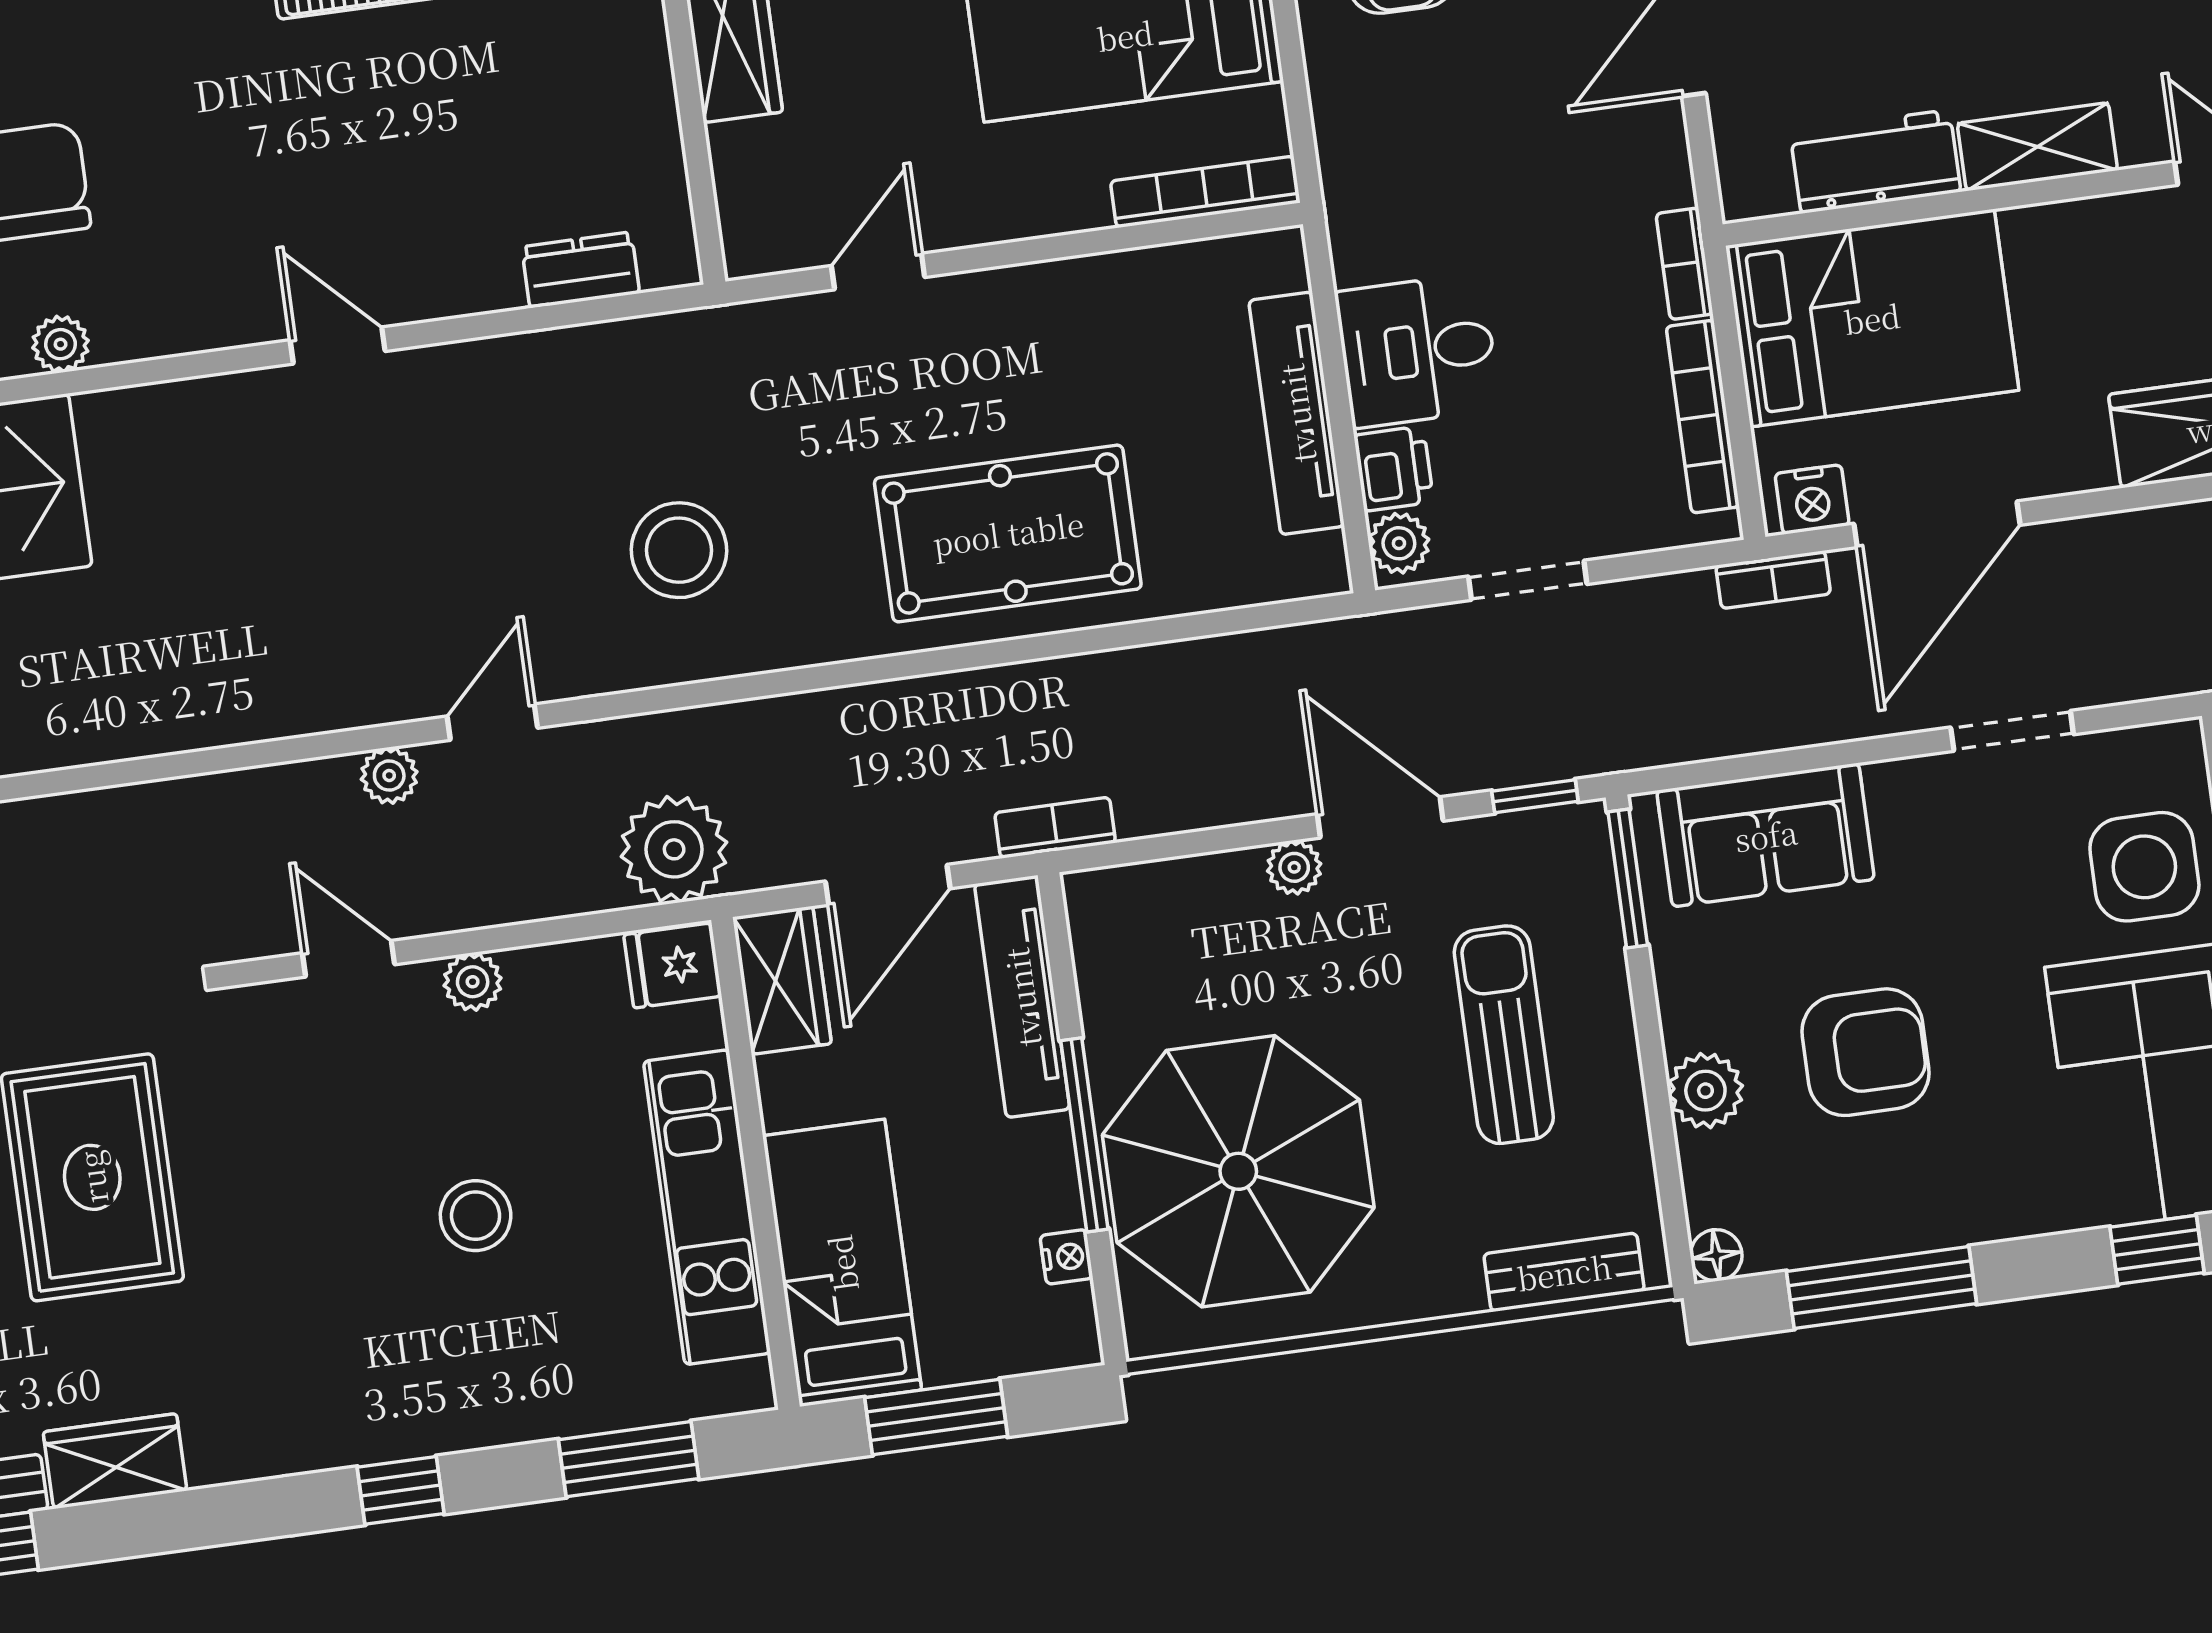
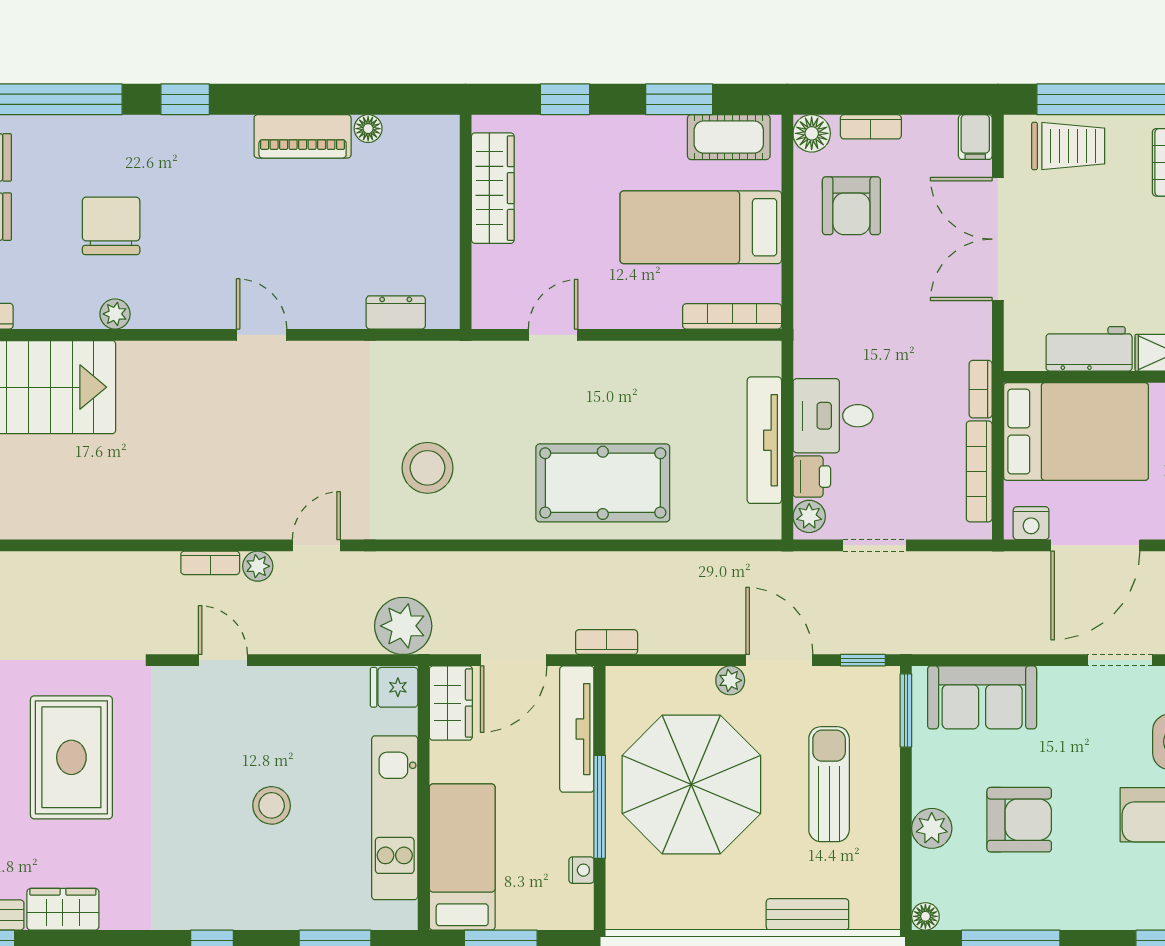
bookcase: (1773, 580) -> (210, 563), moved
plant: (473, 982) -> (287, 681), removed
parasol: (1238, 1171) -> (691, 785), moved
bench: (1564, 1272) -> (807, 914), moved

